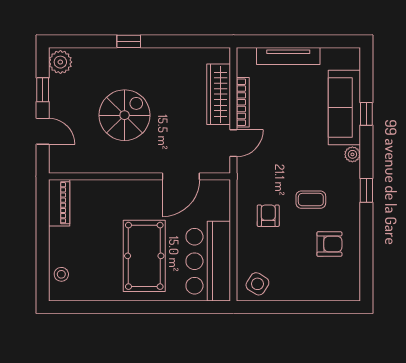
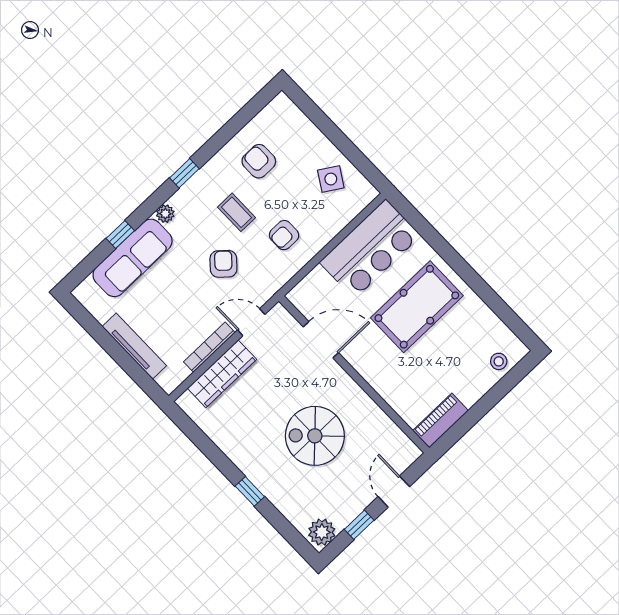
armchair: (286, 161) -> (223, 264), added
side table: (257, 284) -> (331, 179), moved

